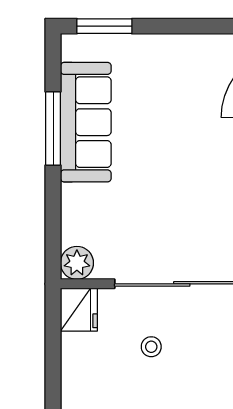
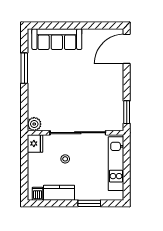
window: (104, 26) -> (46, 25), removed
sofa: (86, 122) -> (57, 39), moved, turned 90

